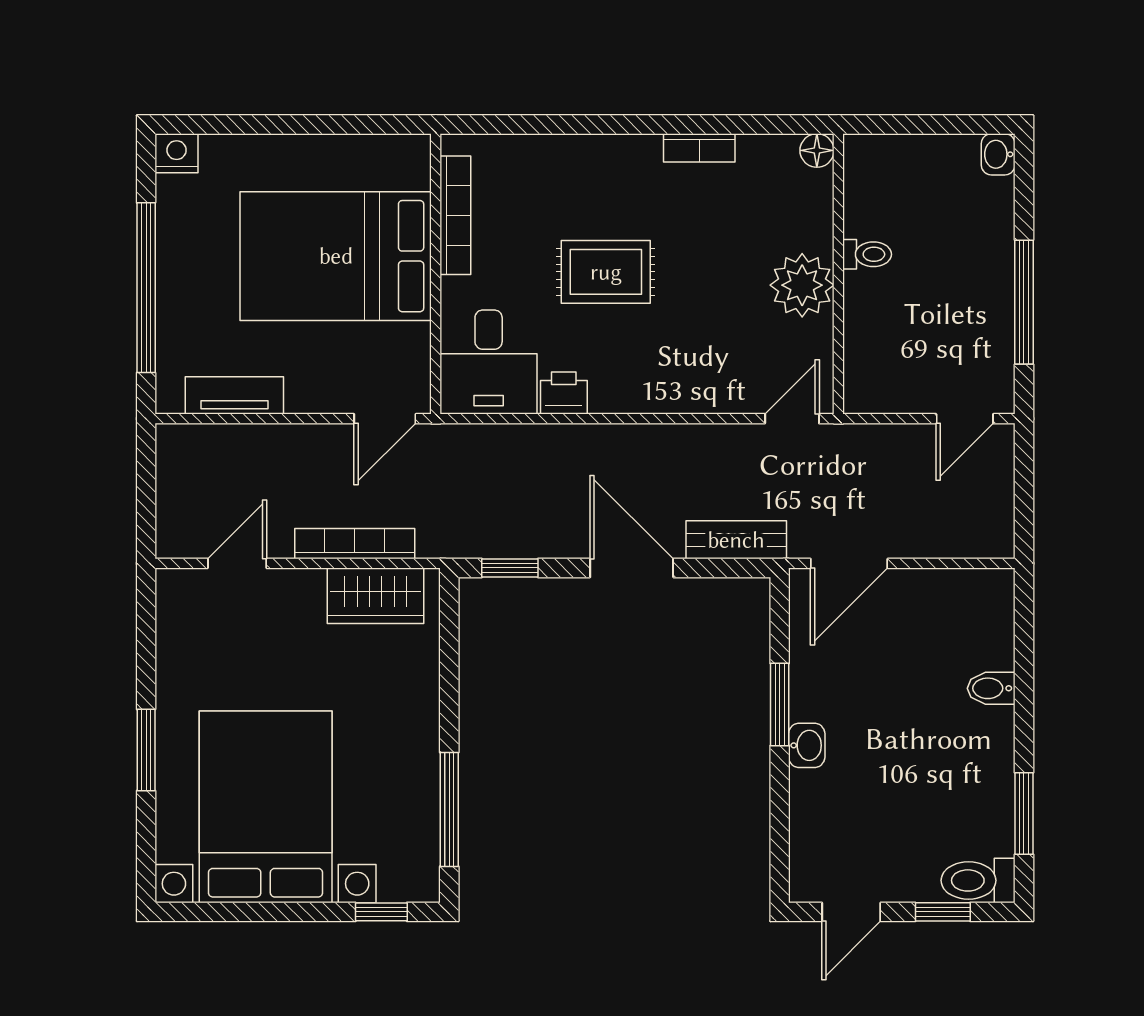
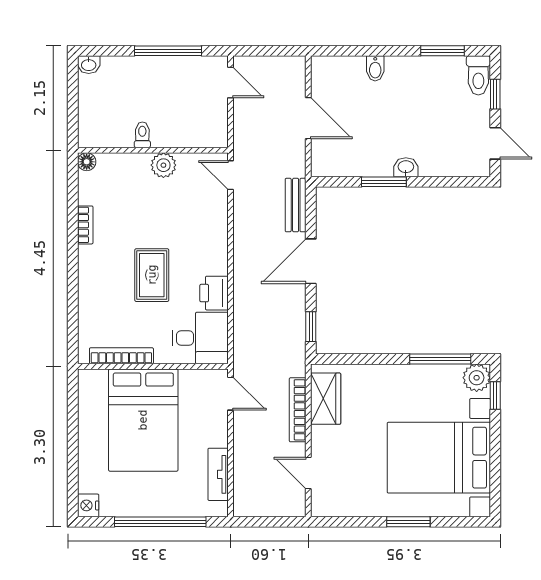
plant: (802, 285) -> (163, 165), width x0.73, depth x0.73
printer: (564, 393) -> (214, 293), width x1.36, depth x1.24
door: (849, 563) -> (308, 118), moved
plant: (414, 877) -> (477, 378), added

